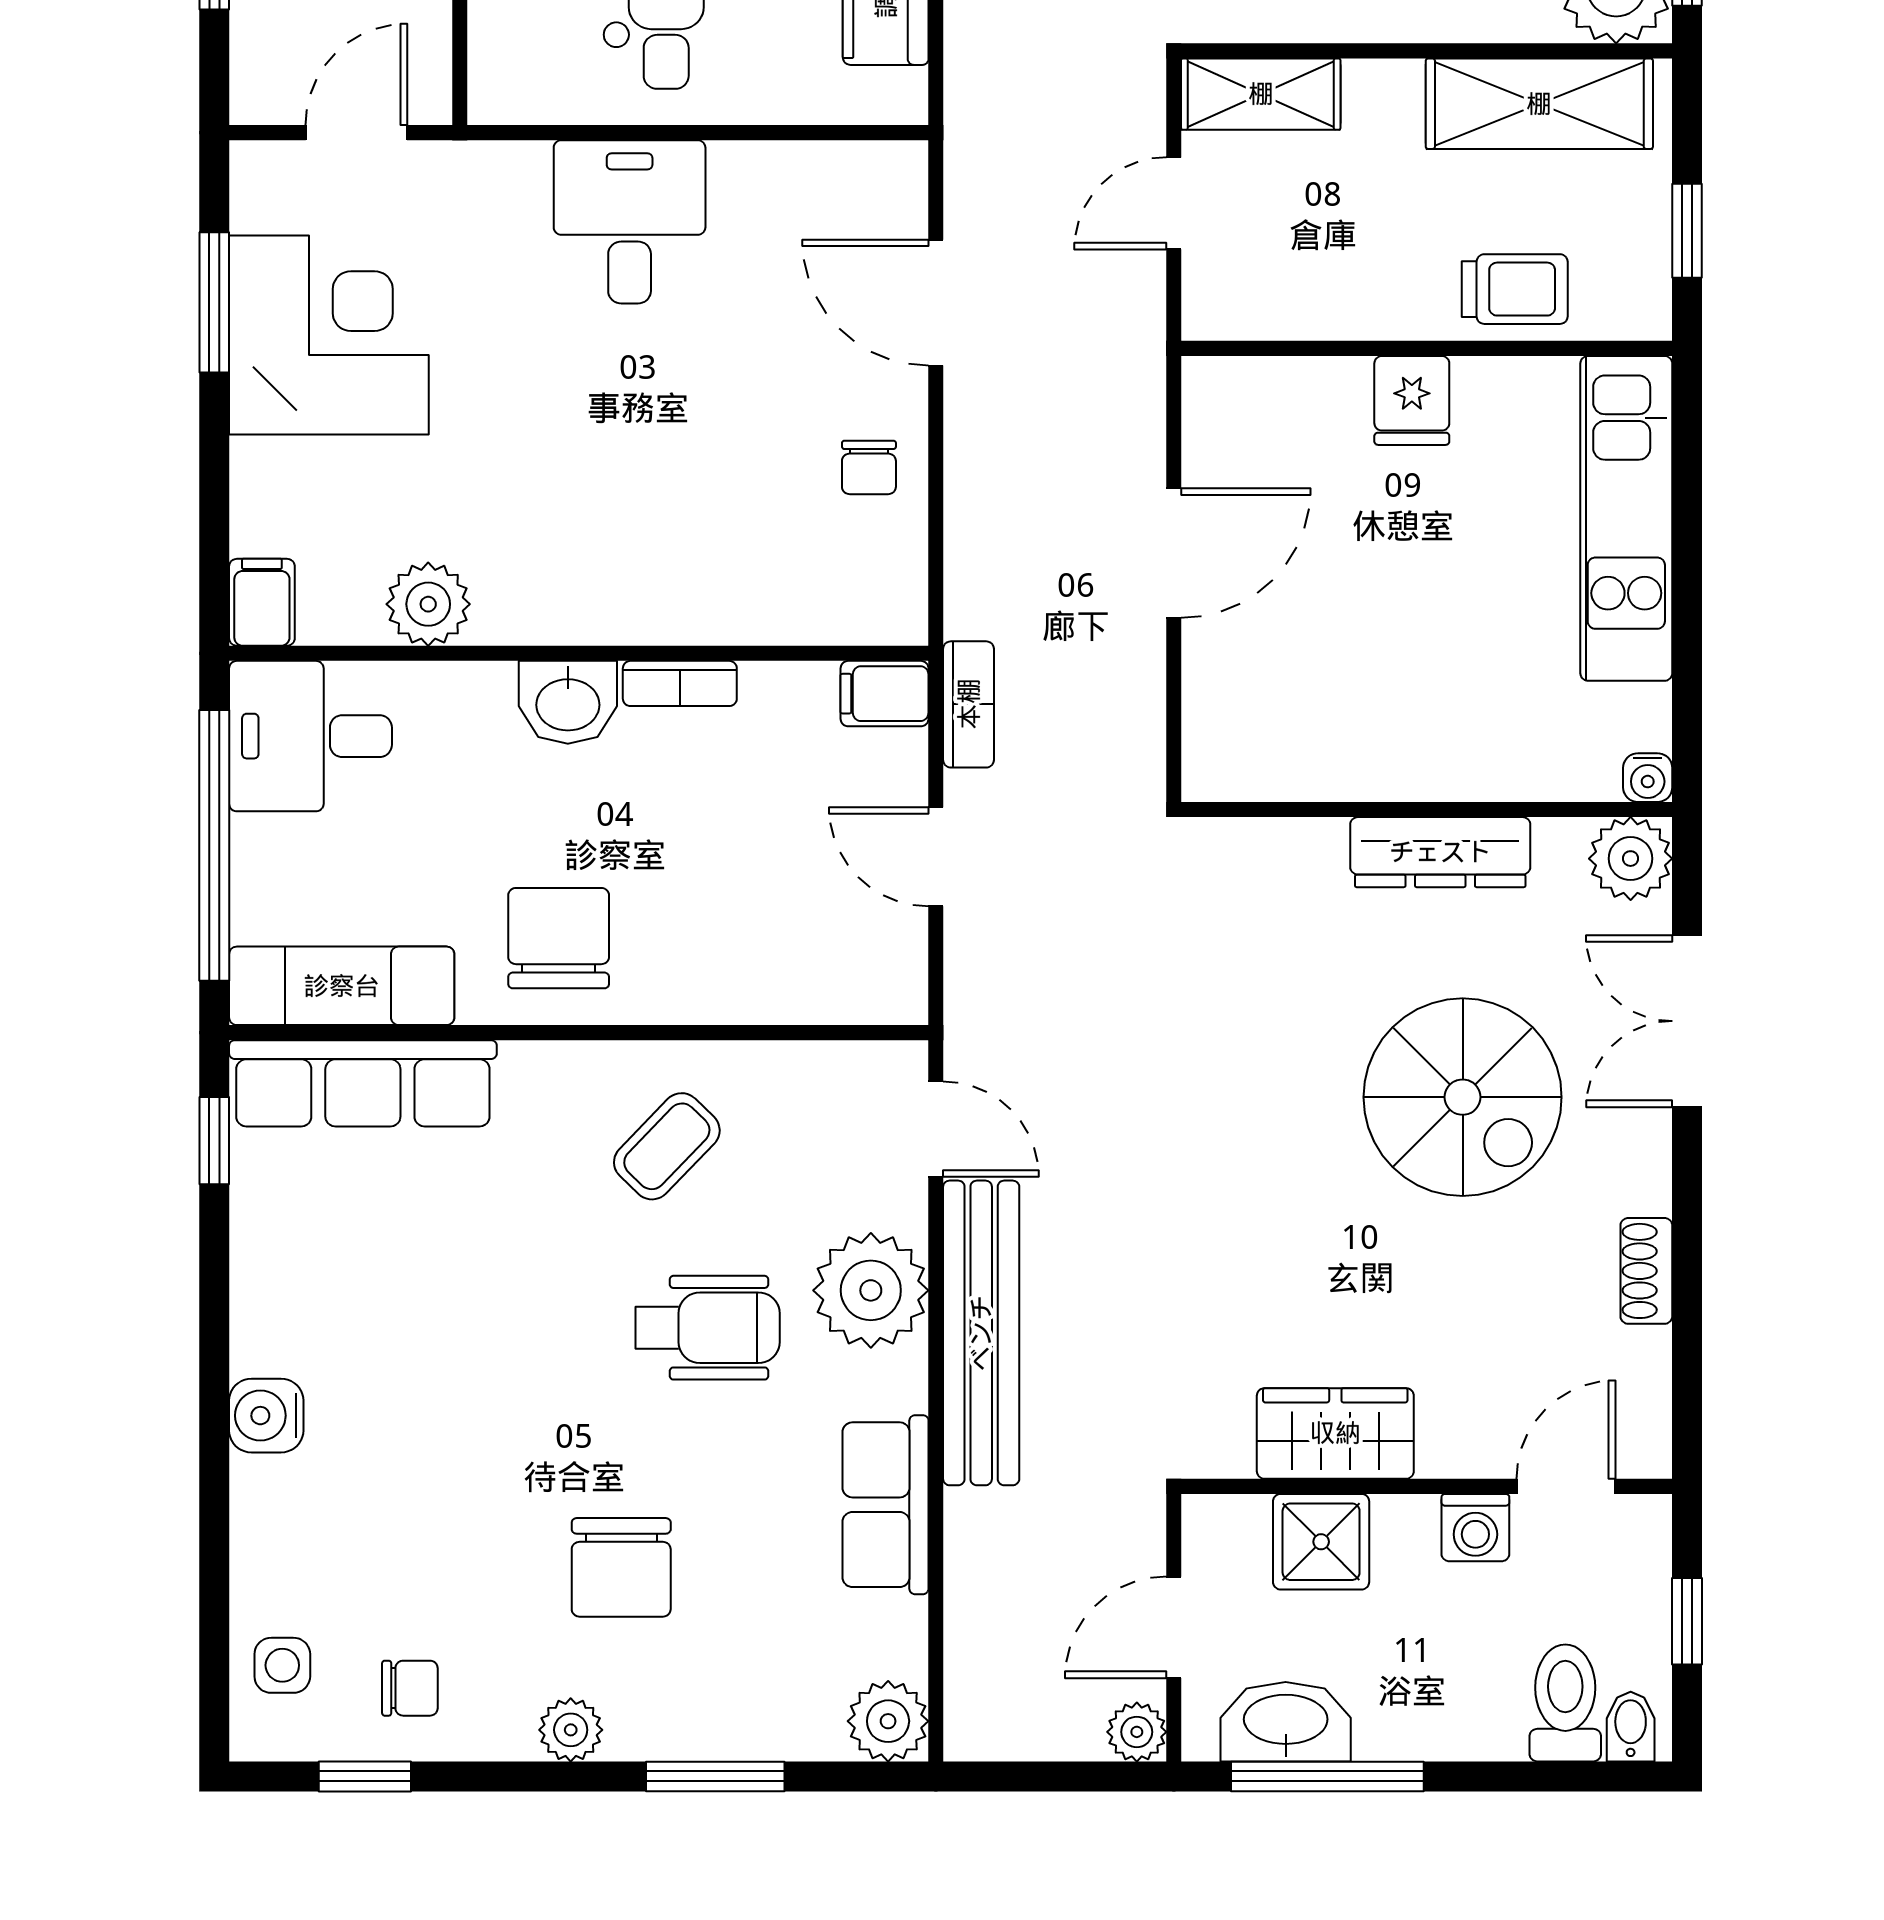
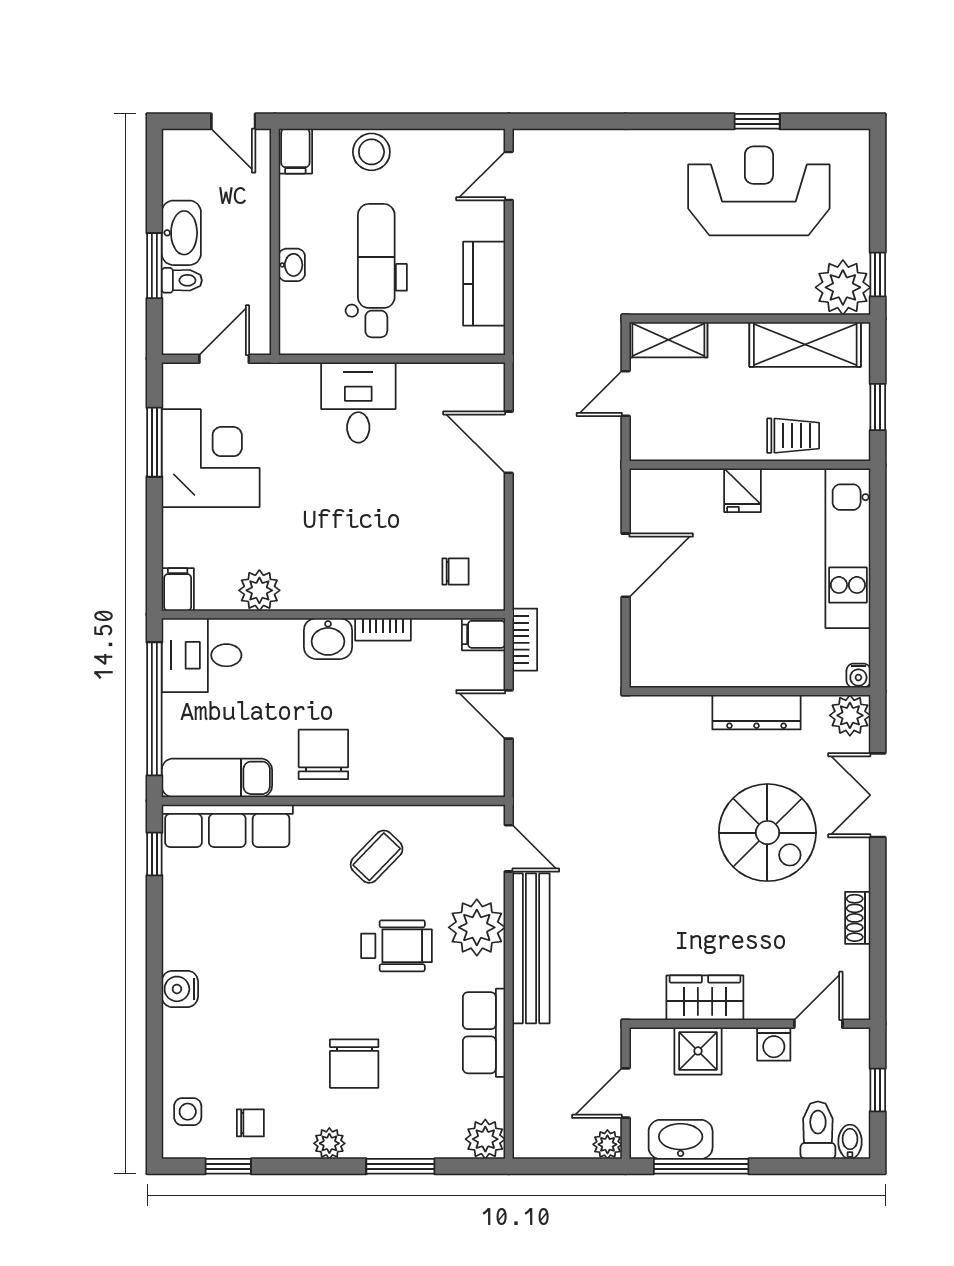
chair: (869, 467) -> (456, 571), moved, turned -90

